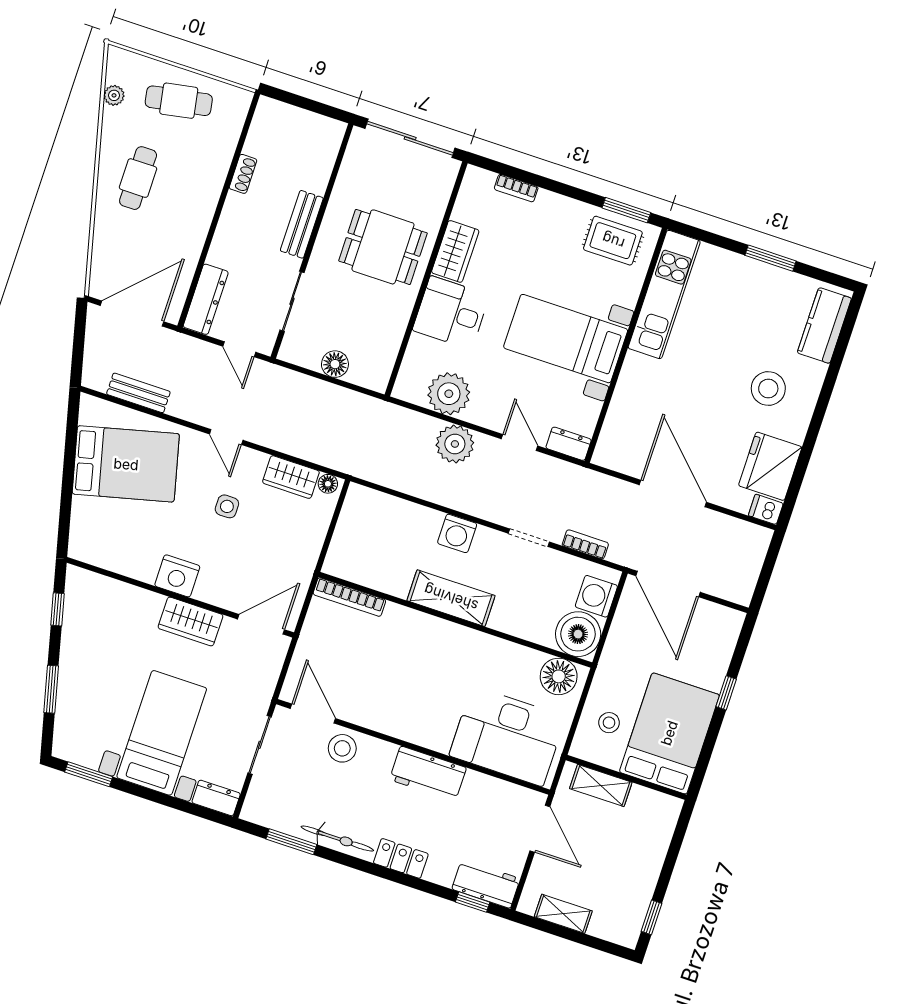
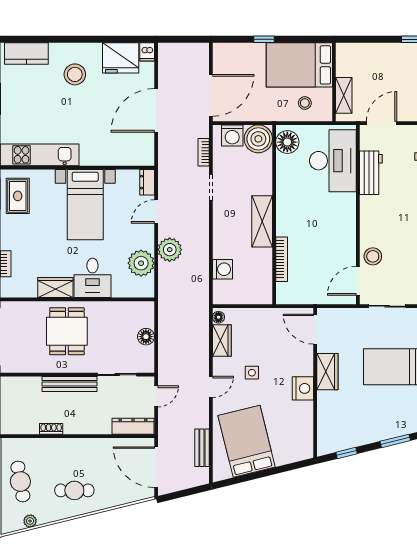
bench: (302, 224) -> (69, 384), width x1.36
washing machine: (457, 533) -> (222, 269), moved
bookcase: (349, 597) -> (282, 259), moved
workbench: (428, 774) -> (371, 173), moved

